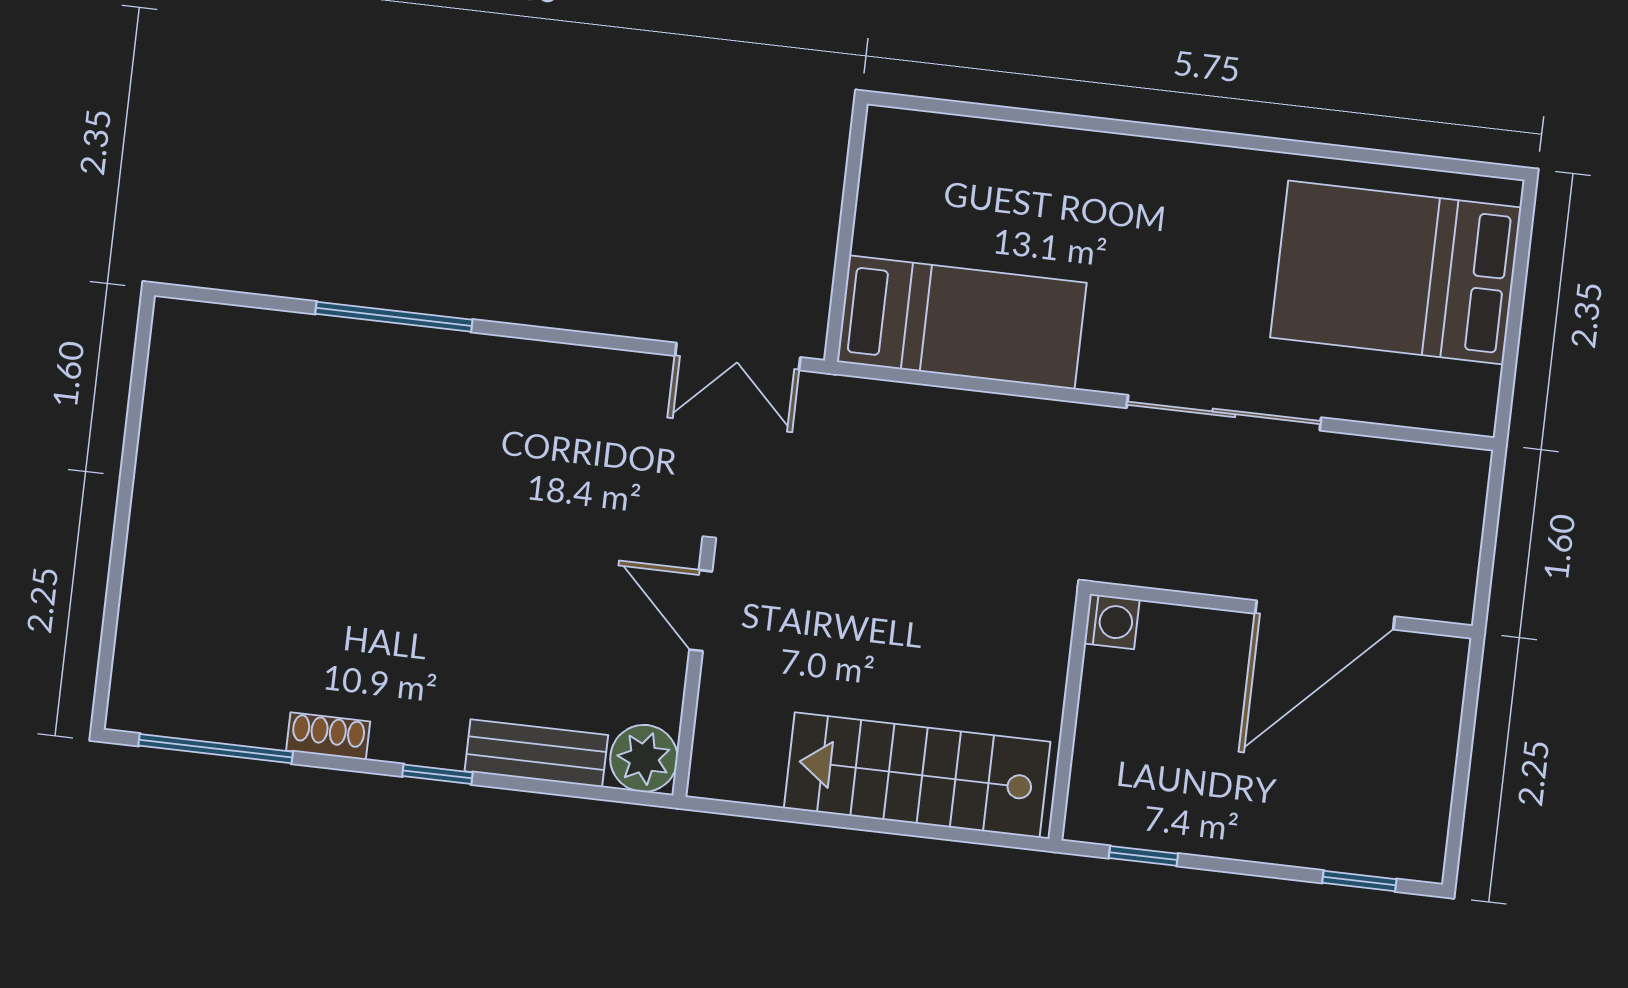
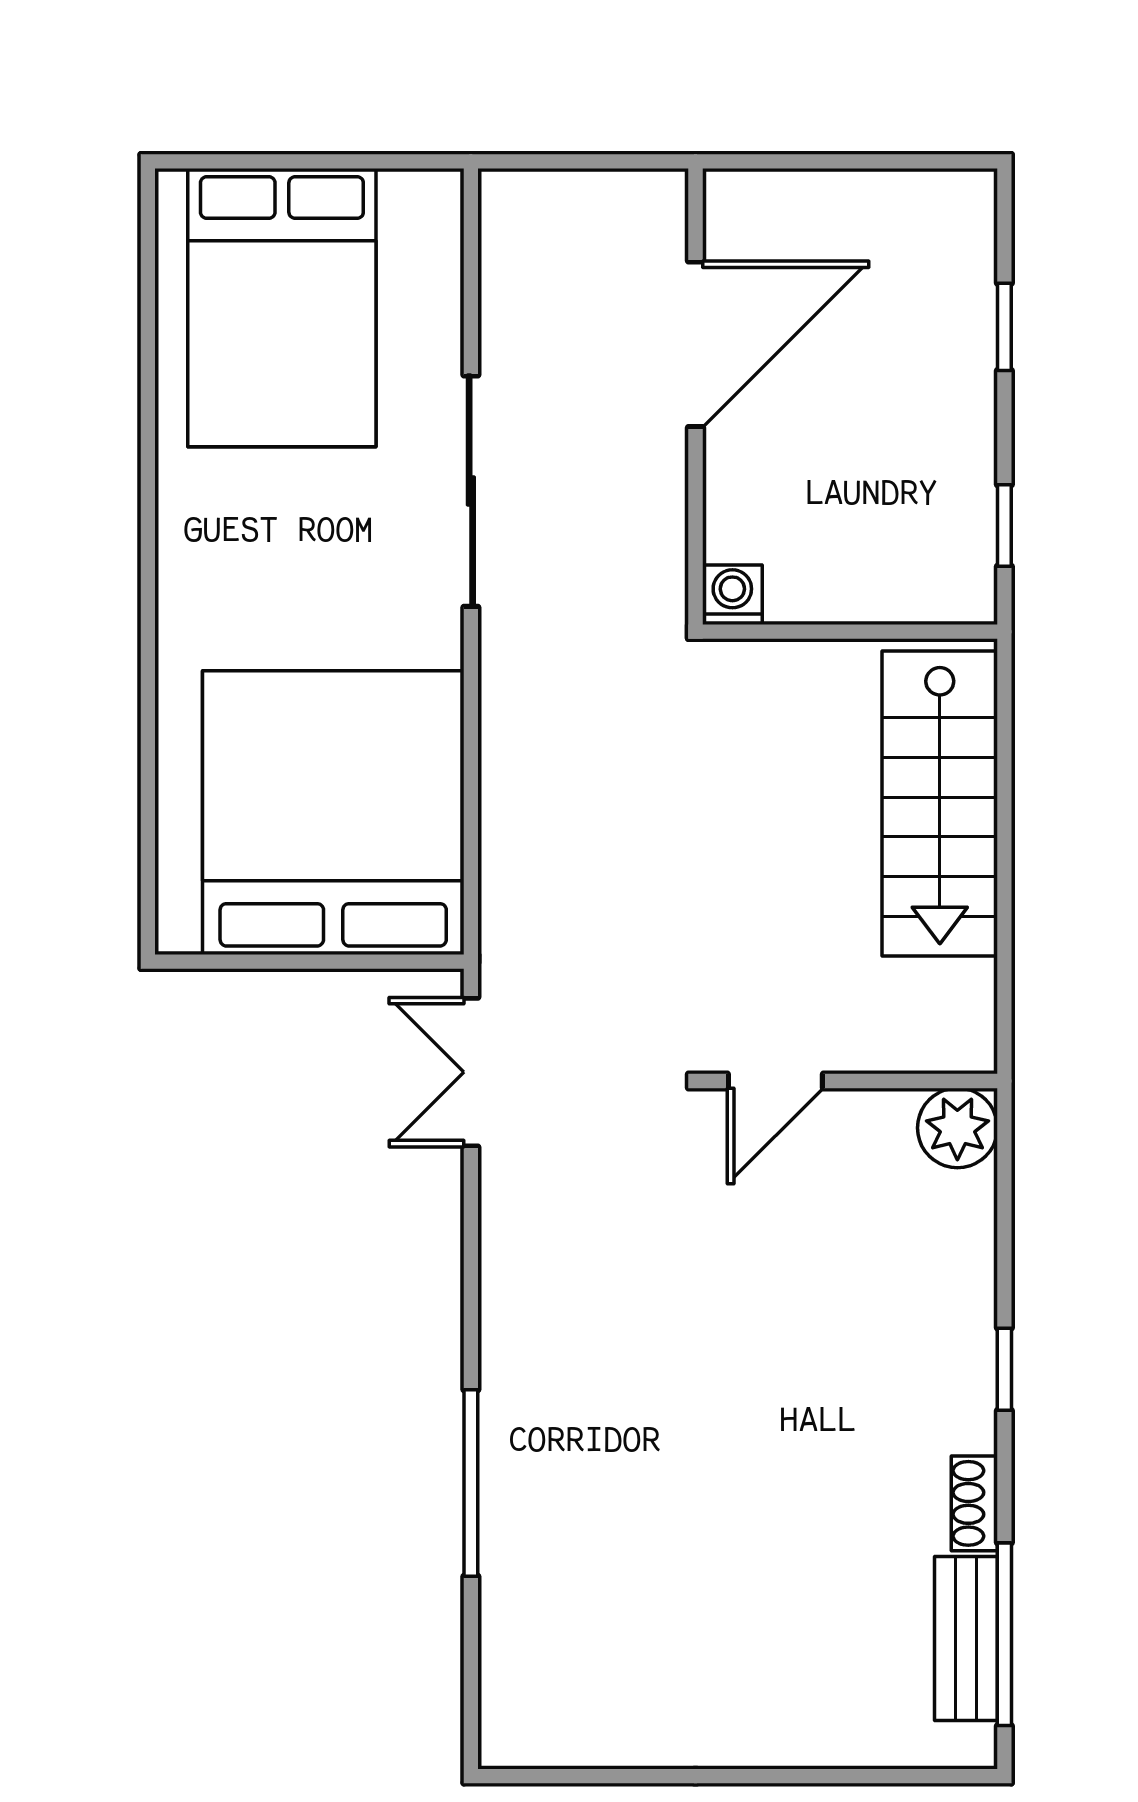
bed: (962, 322) -> (333, 813), width x2.04
double door: (738, 357) -> (471, 1072), swing flipped
door: (1325, 615) -> (695, 344), hinge flipped
bench: (536, 753) -> (966, 1639), moved
window: (1359, 881) -> (1004, 327), moved

